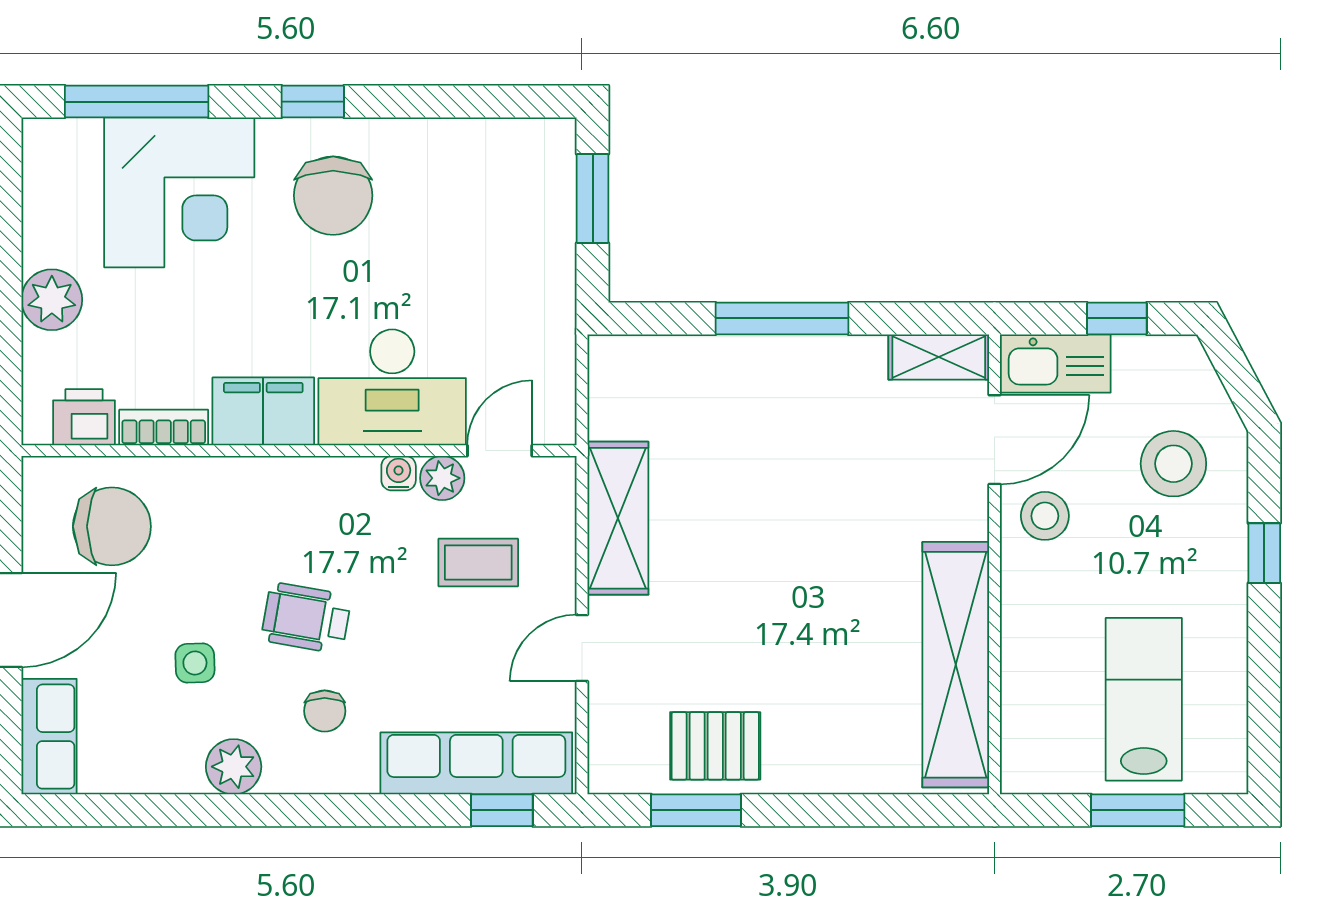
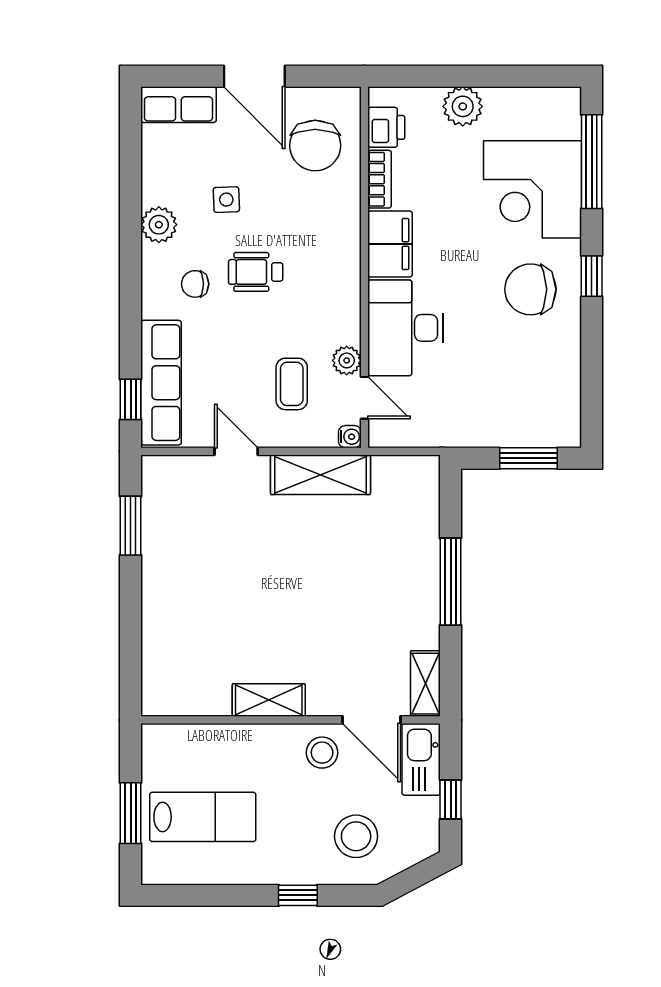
water cooler: (399, 473) -> (350, 437), moved
wheelchair: (306, 618) -> (256, 272), turned -100
shelving: (956, 665) -> (269, 700), width x0.45, depth x0.75
pallet: (715, 746) -> (172, 538), removed

